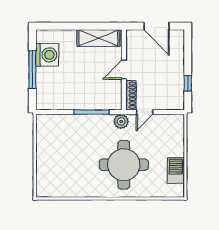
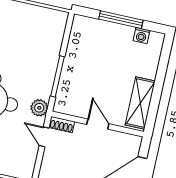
washing machine: (47, 55) -> (141, 36), width x0.53, depth x0.53
shoe rack: (131, 95) -> (62, 125), width x0.70

